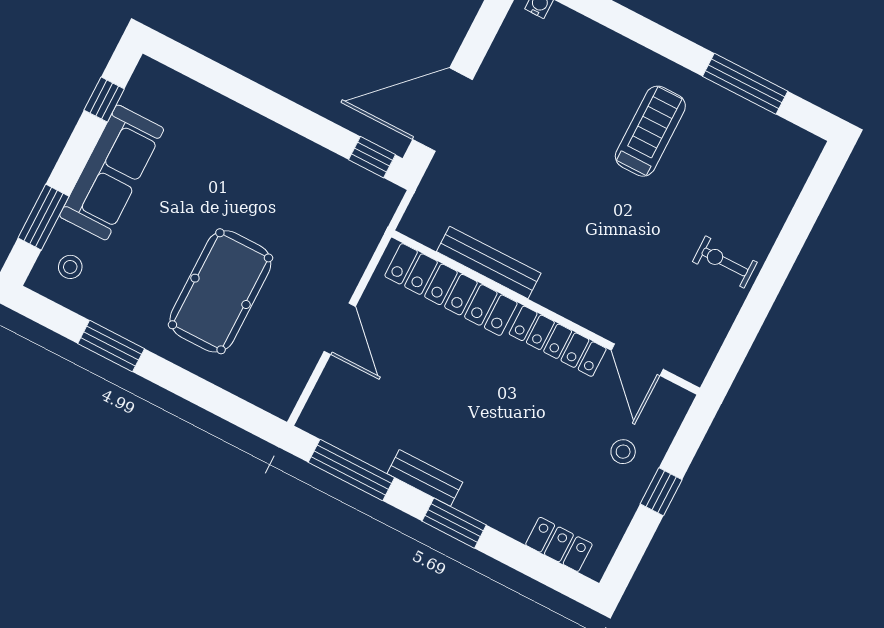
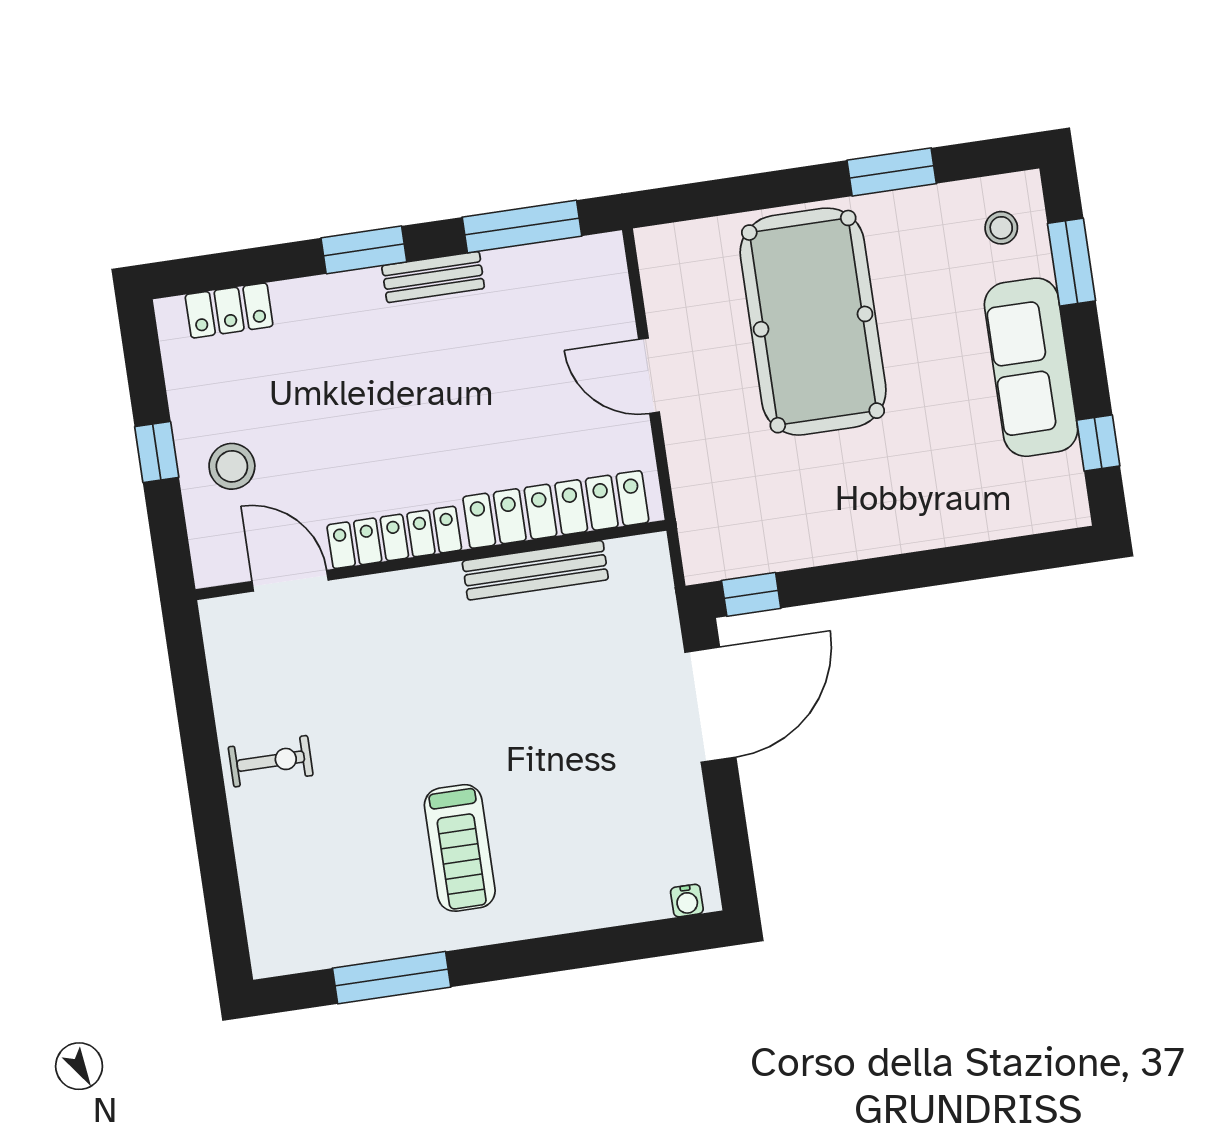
pool table: (220, 291) -> (813, 322), width x1.36, depth x1.32
stool: (623, 452) -> (232, 466), width x1.37, depth x1.37

